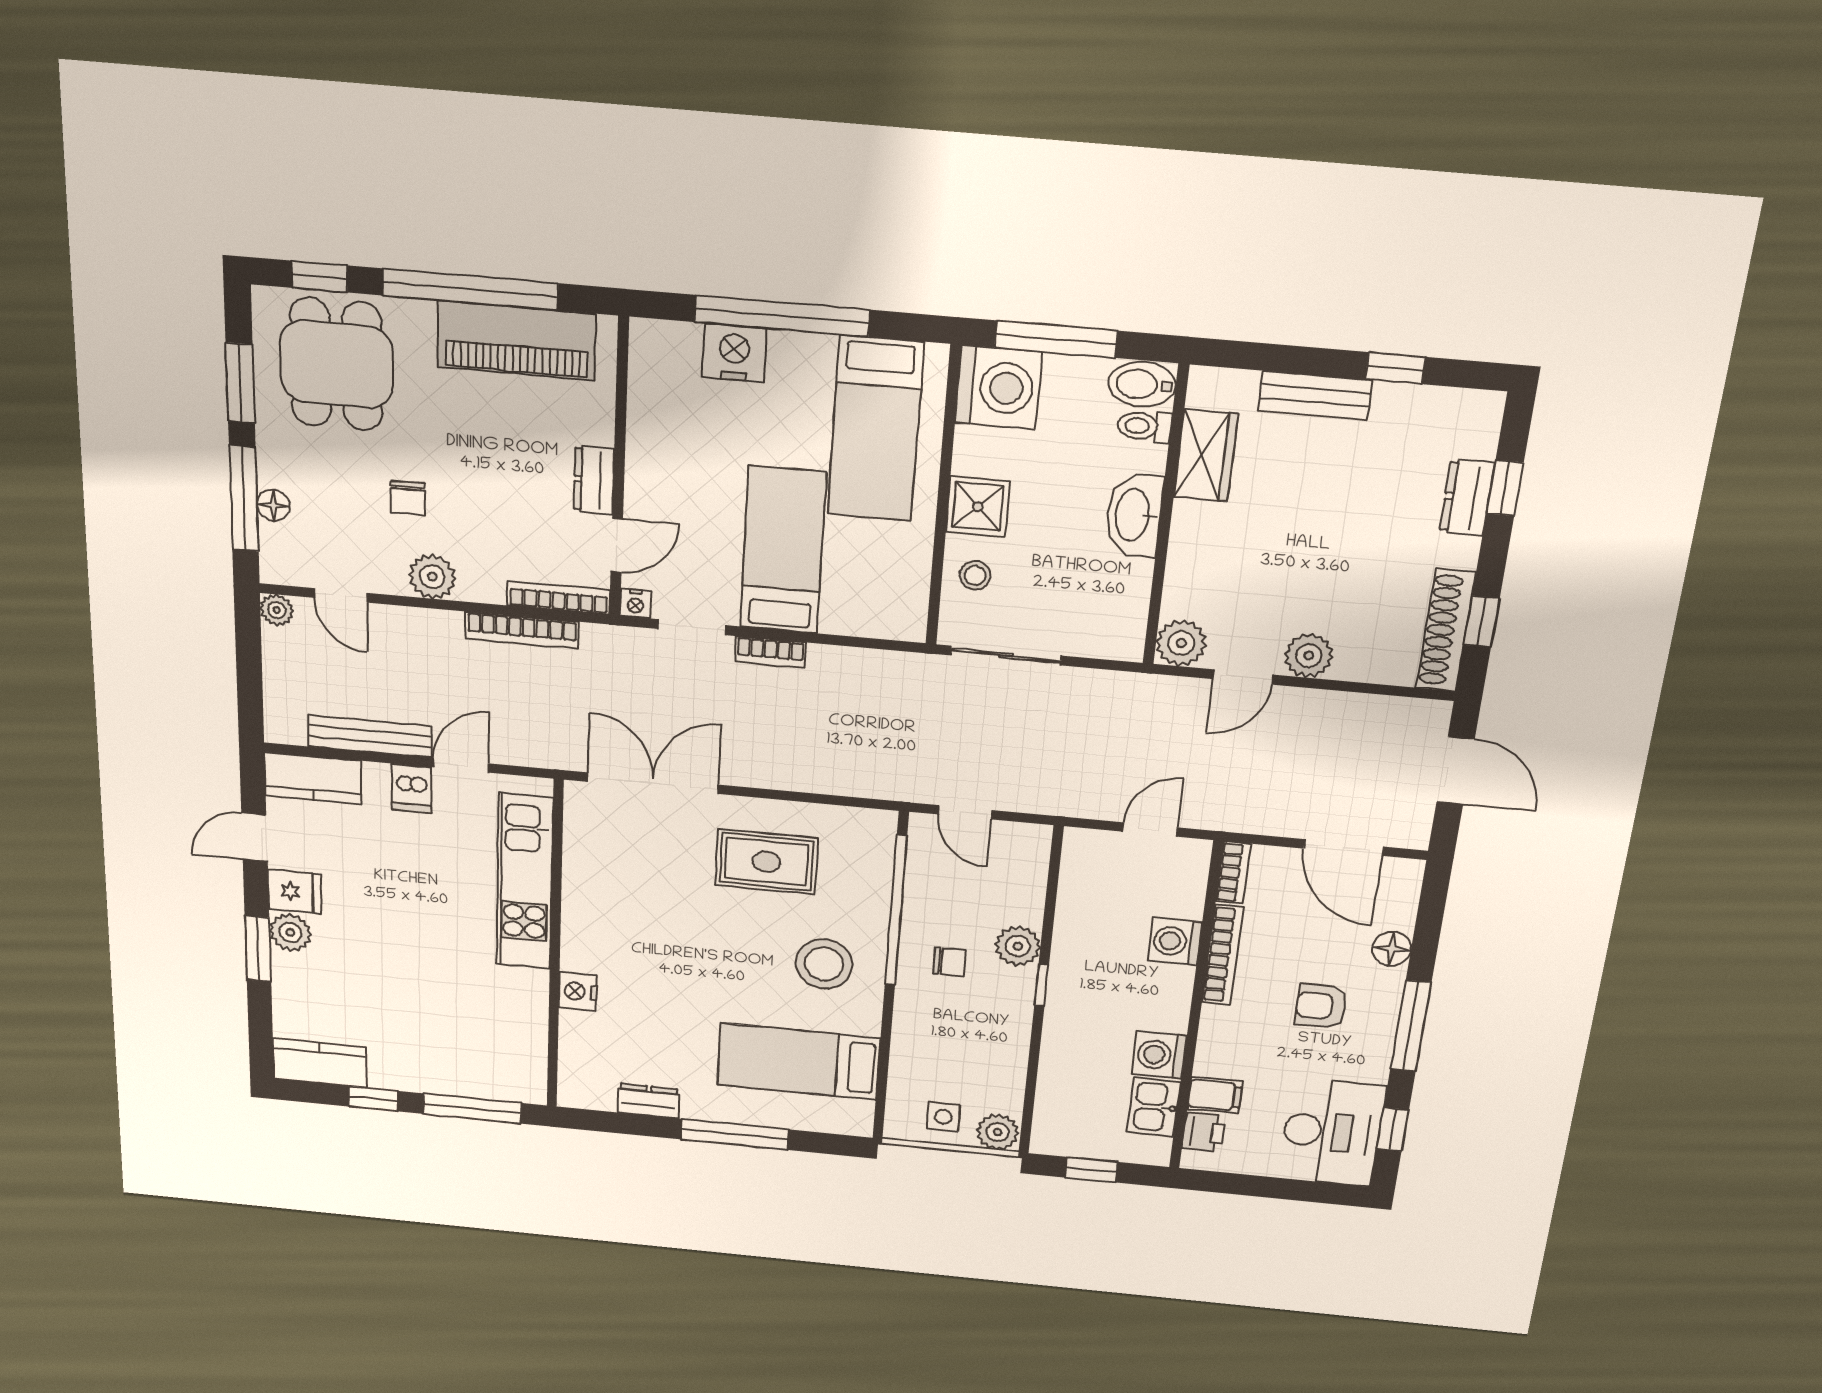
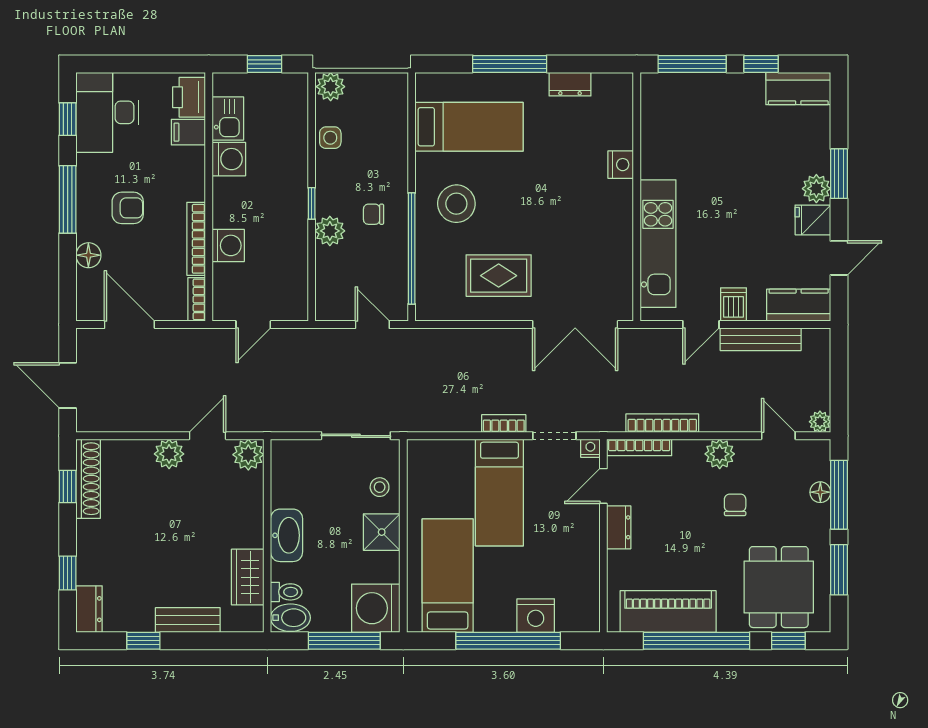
dresser: (1467, 498) -> (89, 609), moved
side table: (943, 1117) -> (330, 138), moved
printer: (1204, 1132) -> (189, 97), width x1.36, depth x1.24

